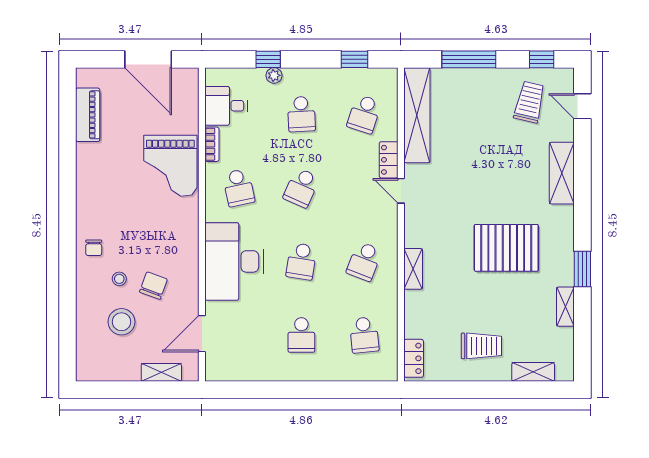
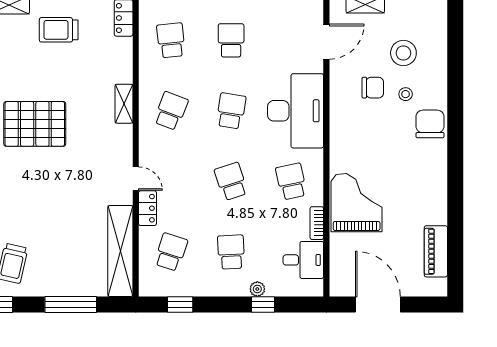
school desk: (301, 188) -> (231, 181), turned -42
chair: (94, 248) -> (430, 124), width x1.87, depth x1.87
chair: (153, 286) -> (373, 88), turned -110

